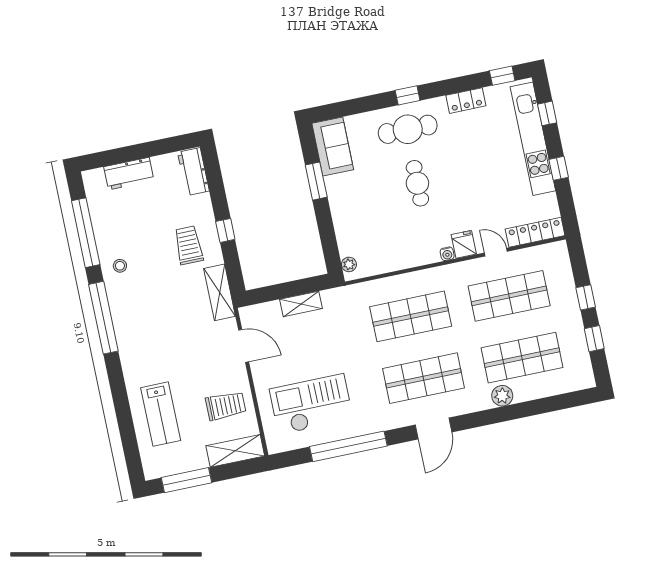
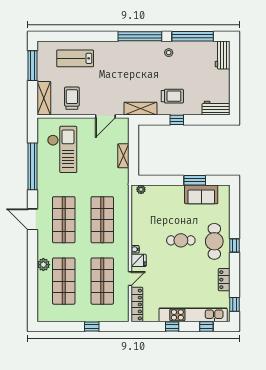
sofa: (333, 146) -> (201, 194), moved
workbench: (129, 174) -> (223, 55), moved
window: (594, 339) -> (66, 327), removed
trolley: (226, 406) -> (72, 98), turned 180

